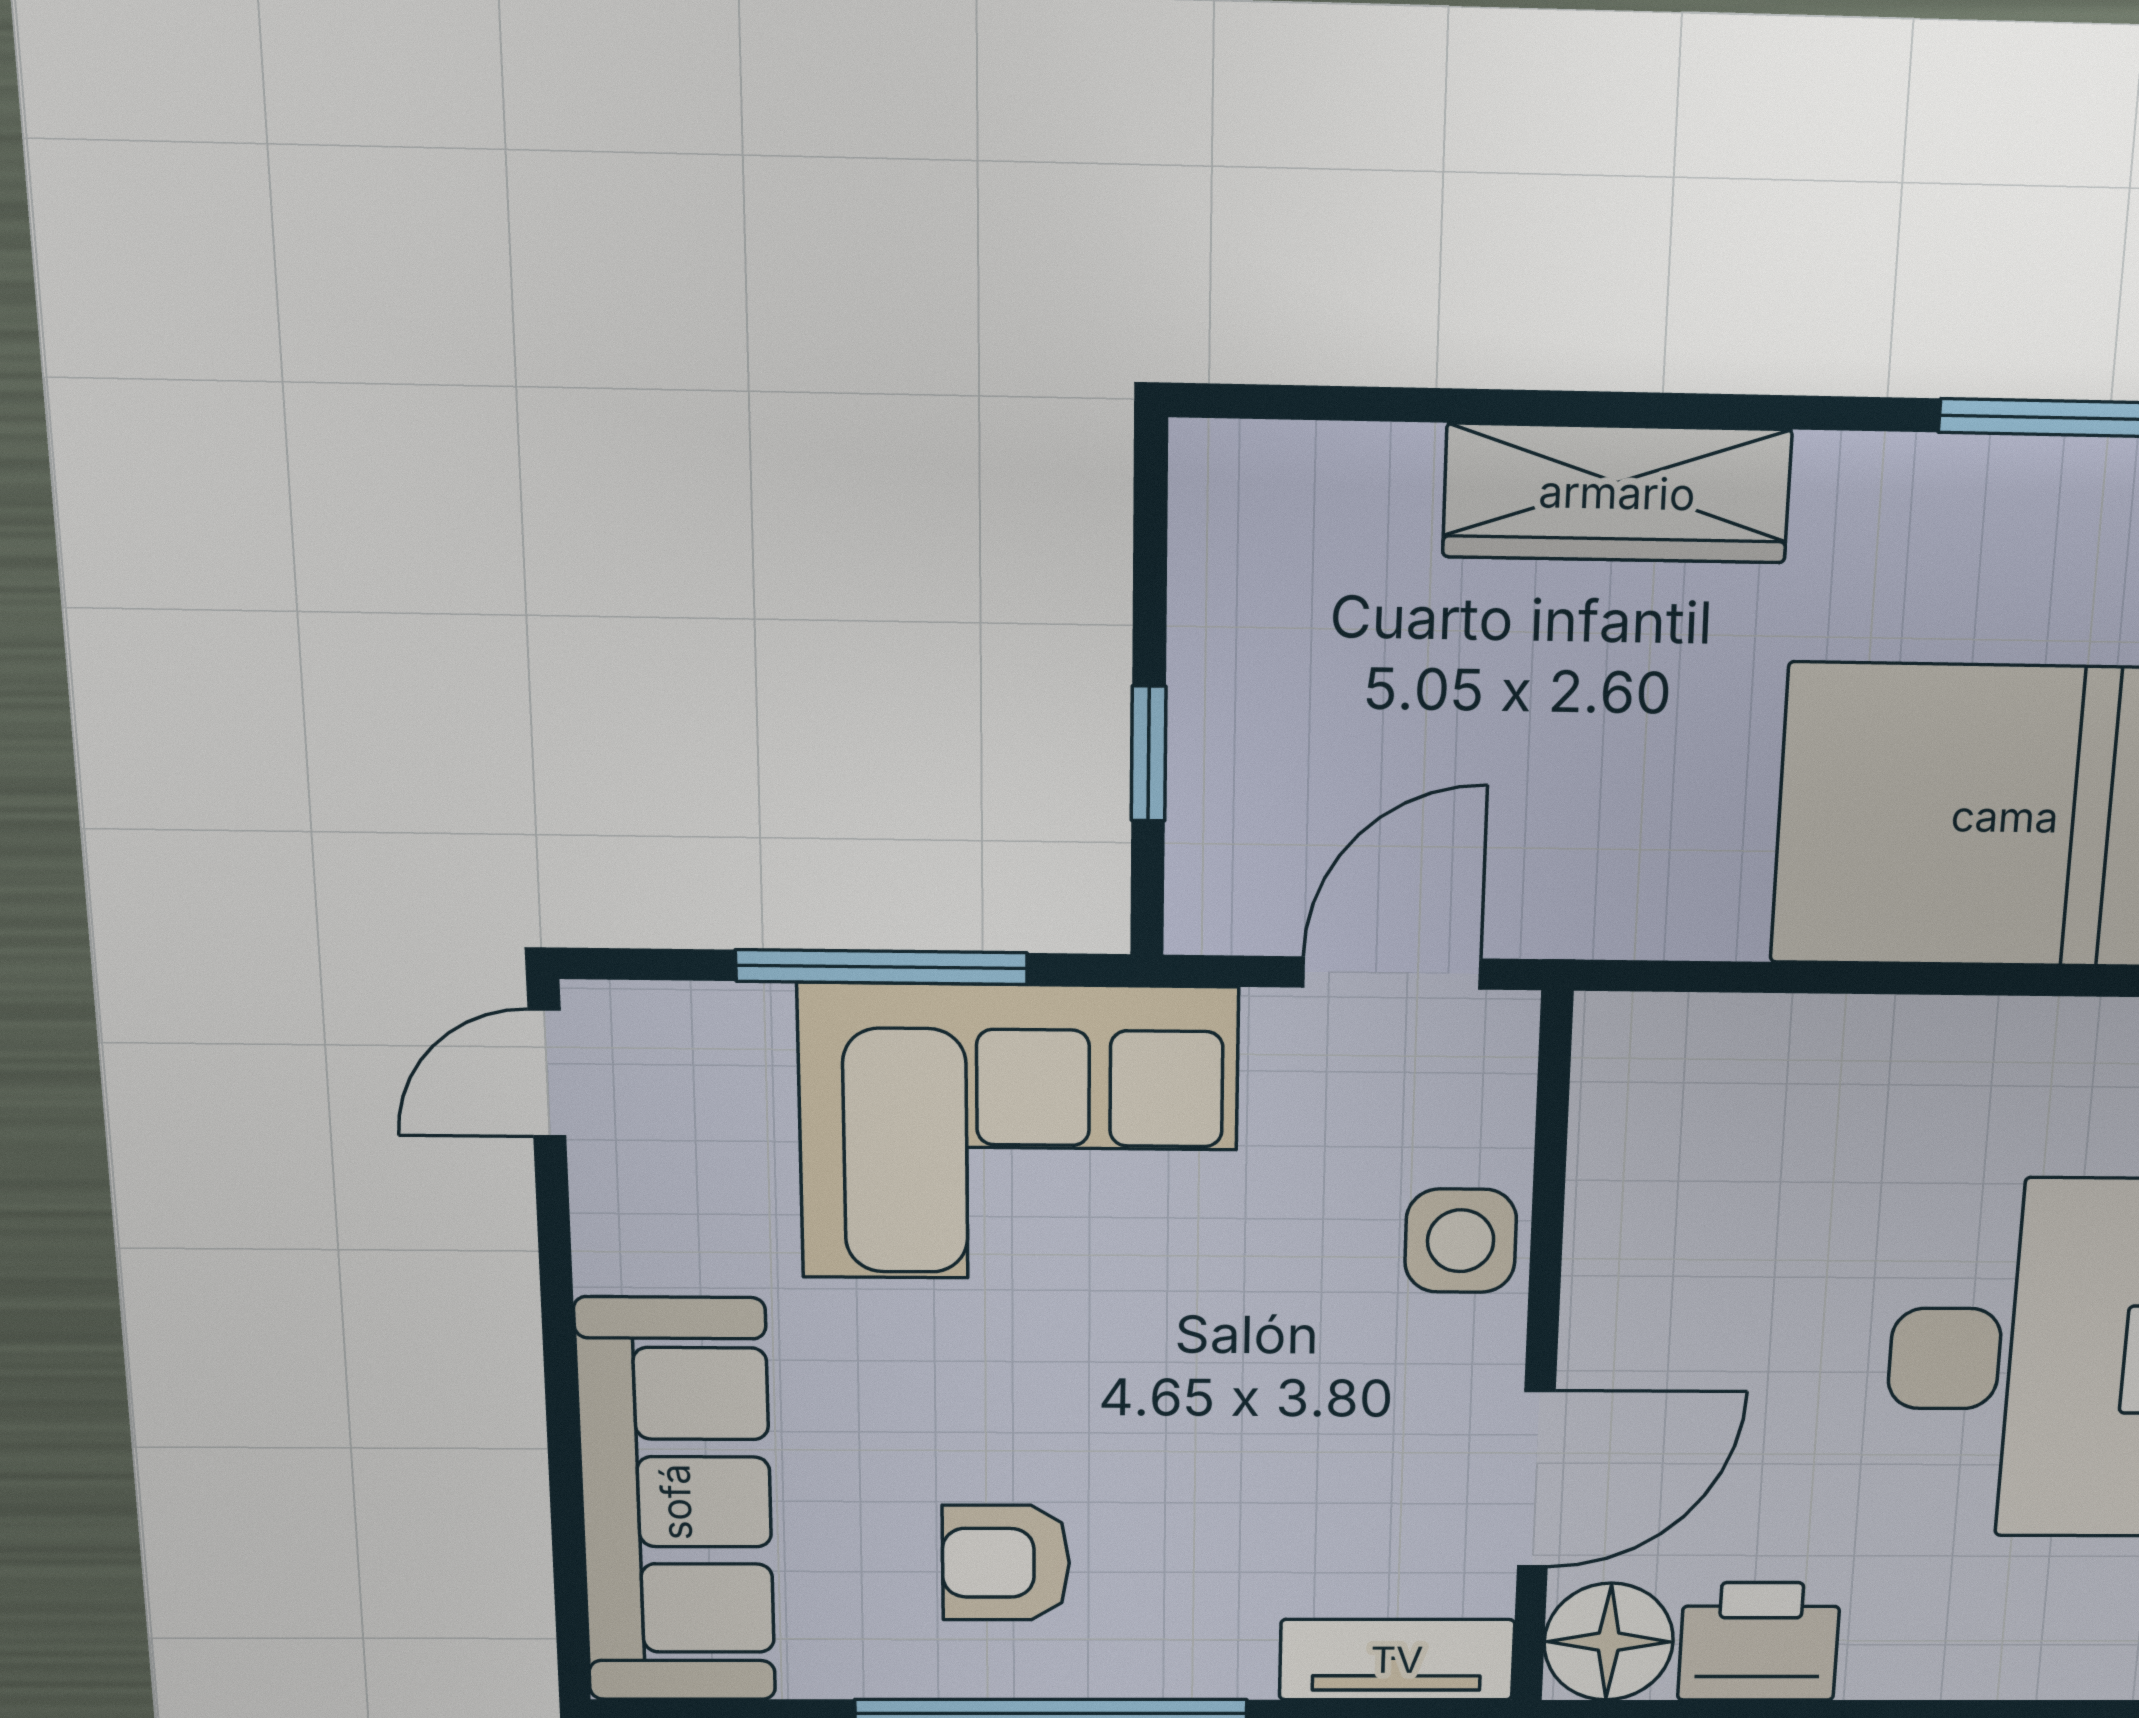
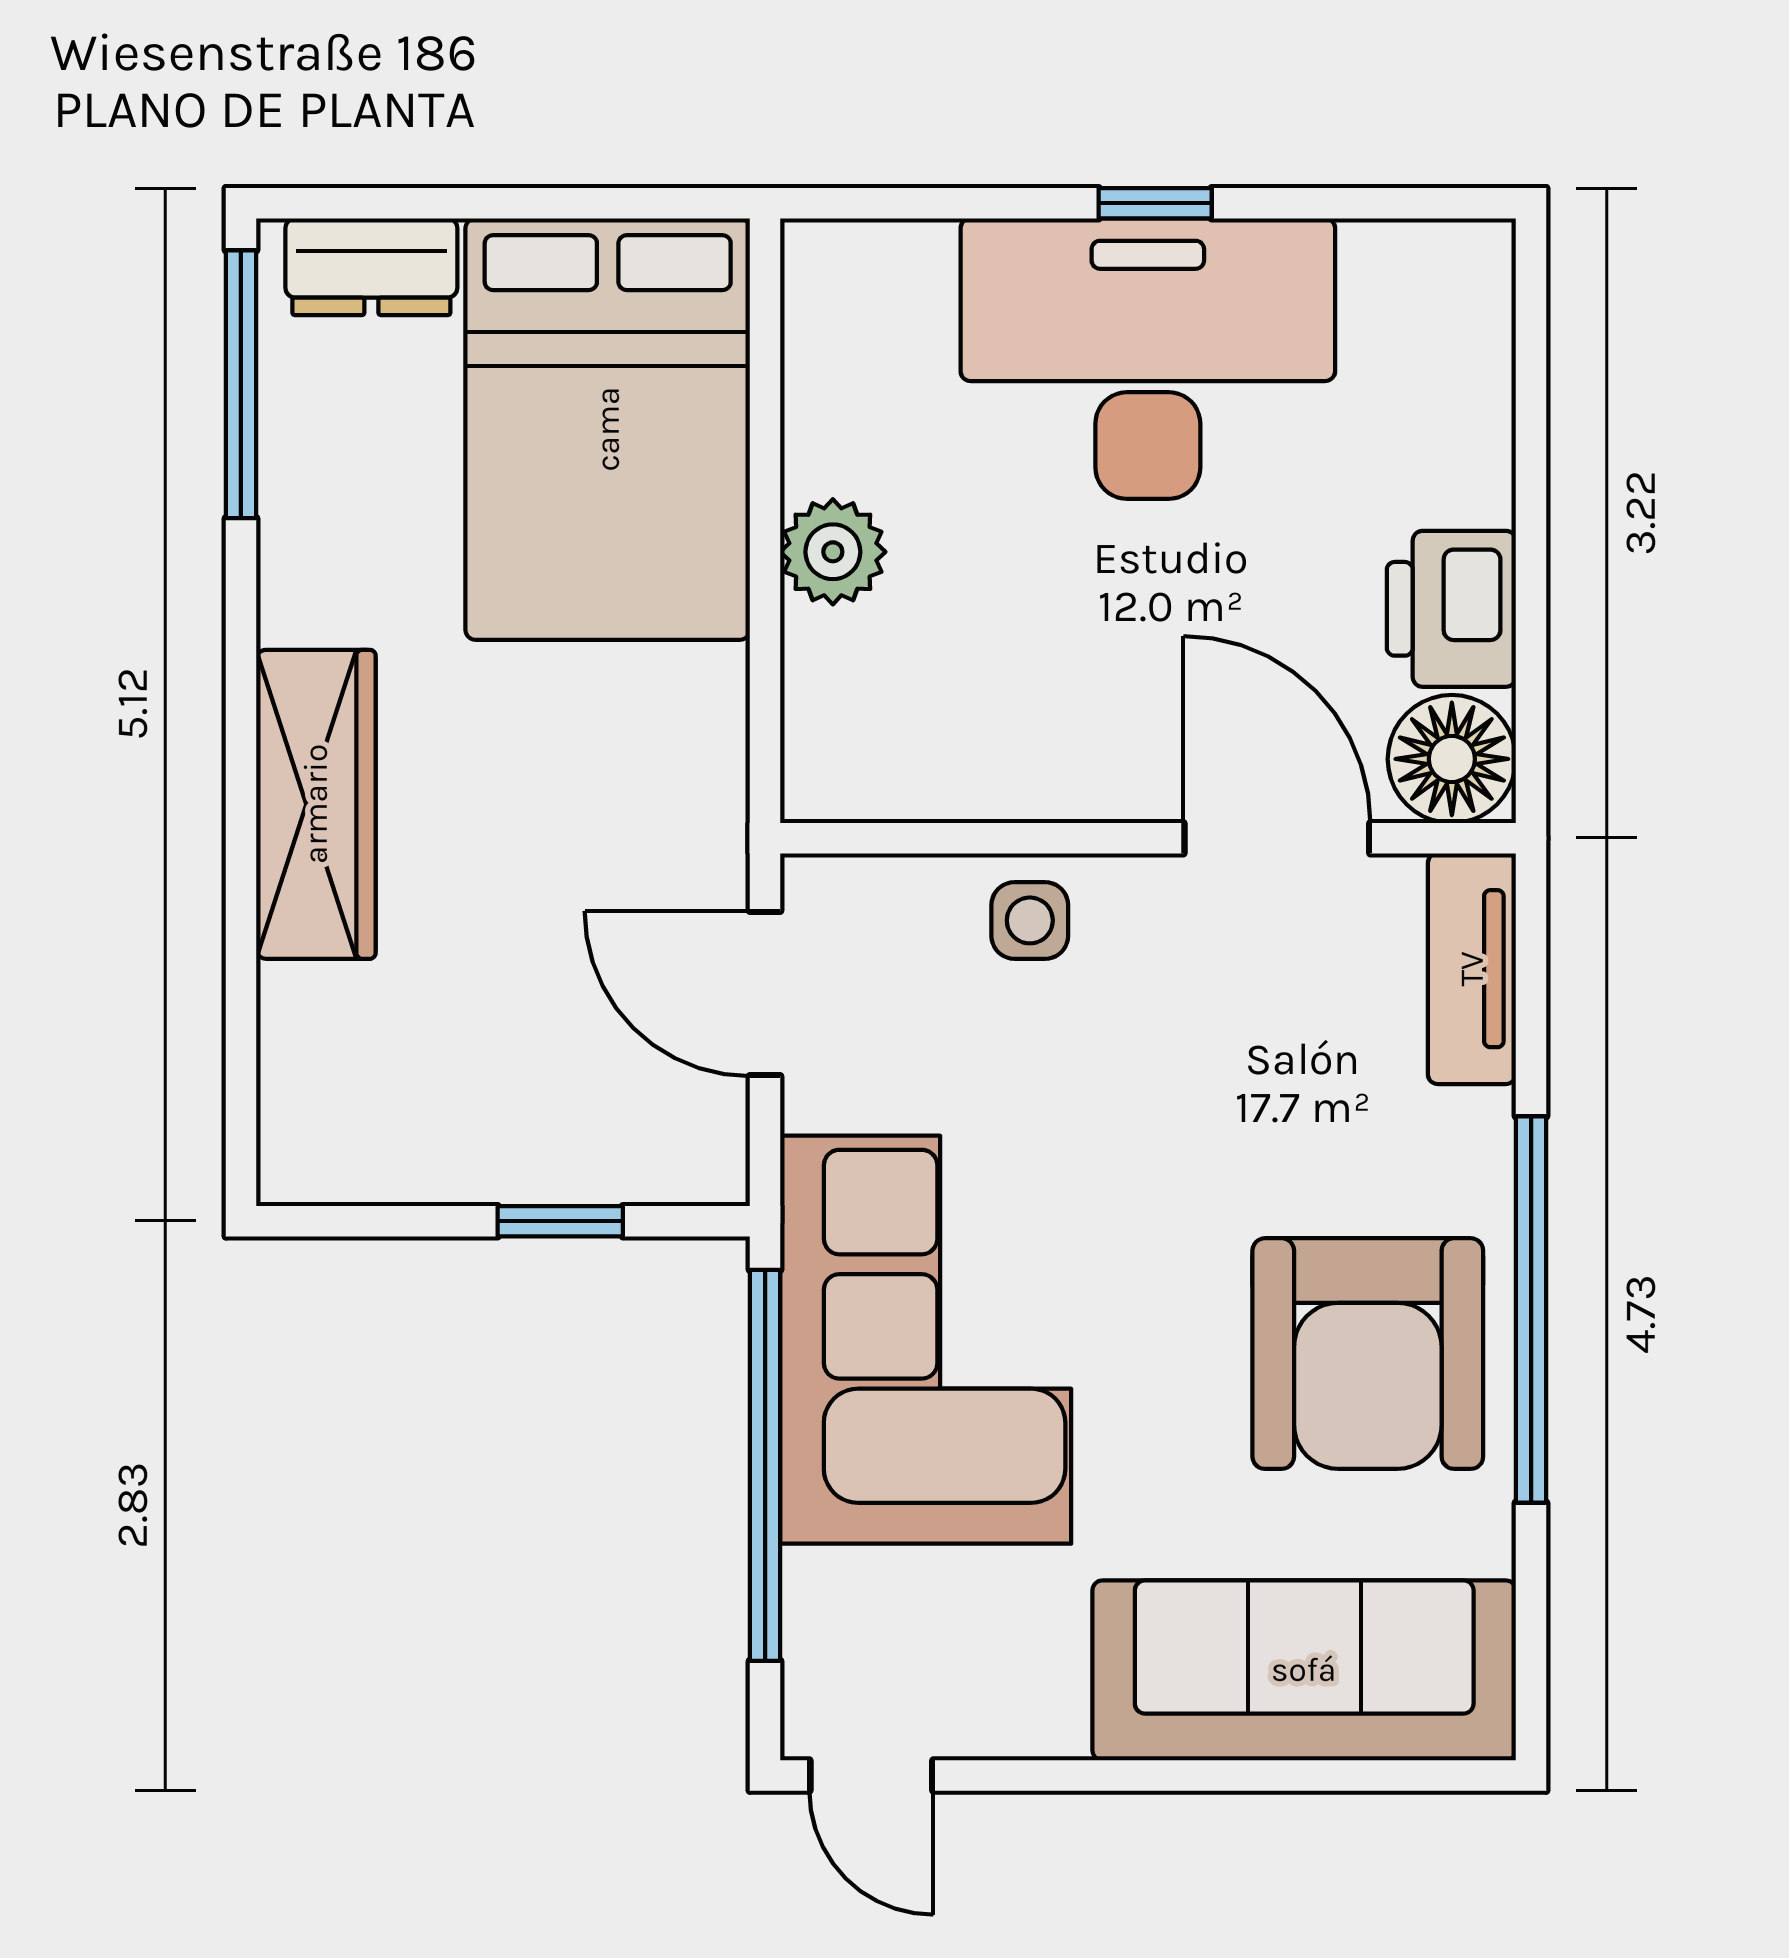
window: (882, 967) -> (765, 1465), width x1.46
plant: (1858, 1048) -> (833, 552), added
side table: (1461, 1241) -> (1030, 920), width x0.73, depth x0.73
armchair: (1006, 1563) -> (1368, 1354), width x1.88, depth x1.88

